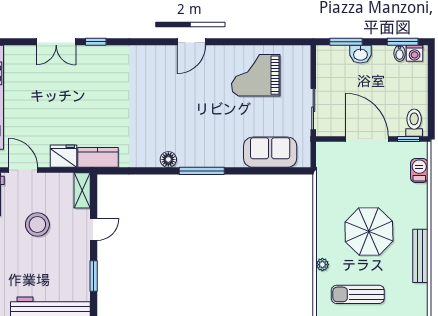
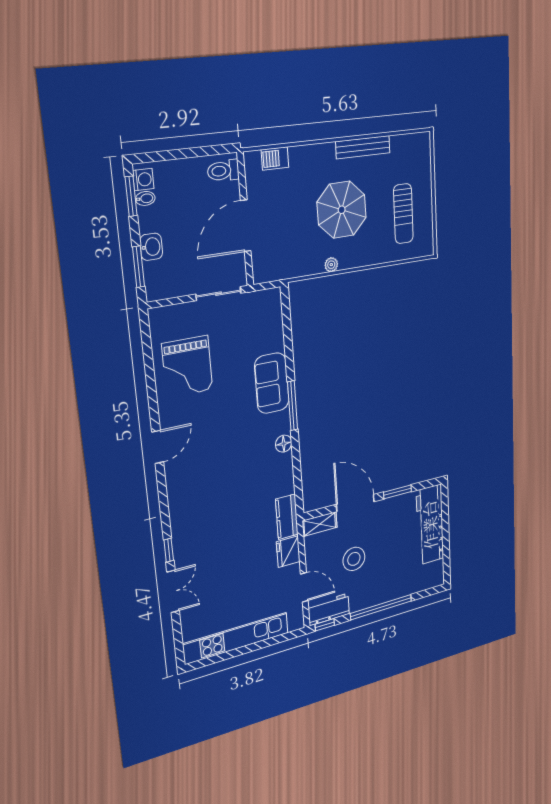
door: (191, 42) -> (158, 447), hinge flipped
window: (409, 139) -> (242, 175), removed
sofa: (270, 152) -> (272, 383), moved
door: (23, 170) -> (304, 587), swing flipped
door: (94, 229) -> (355, 503), width x1.87
plant: (322, 265) -> (331, 265), moved

